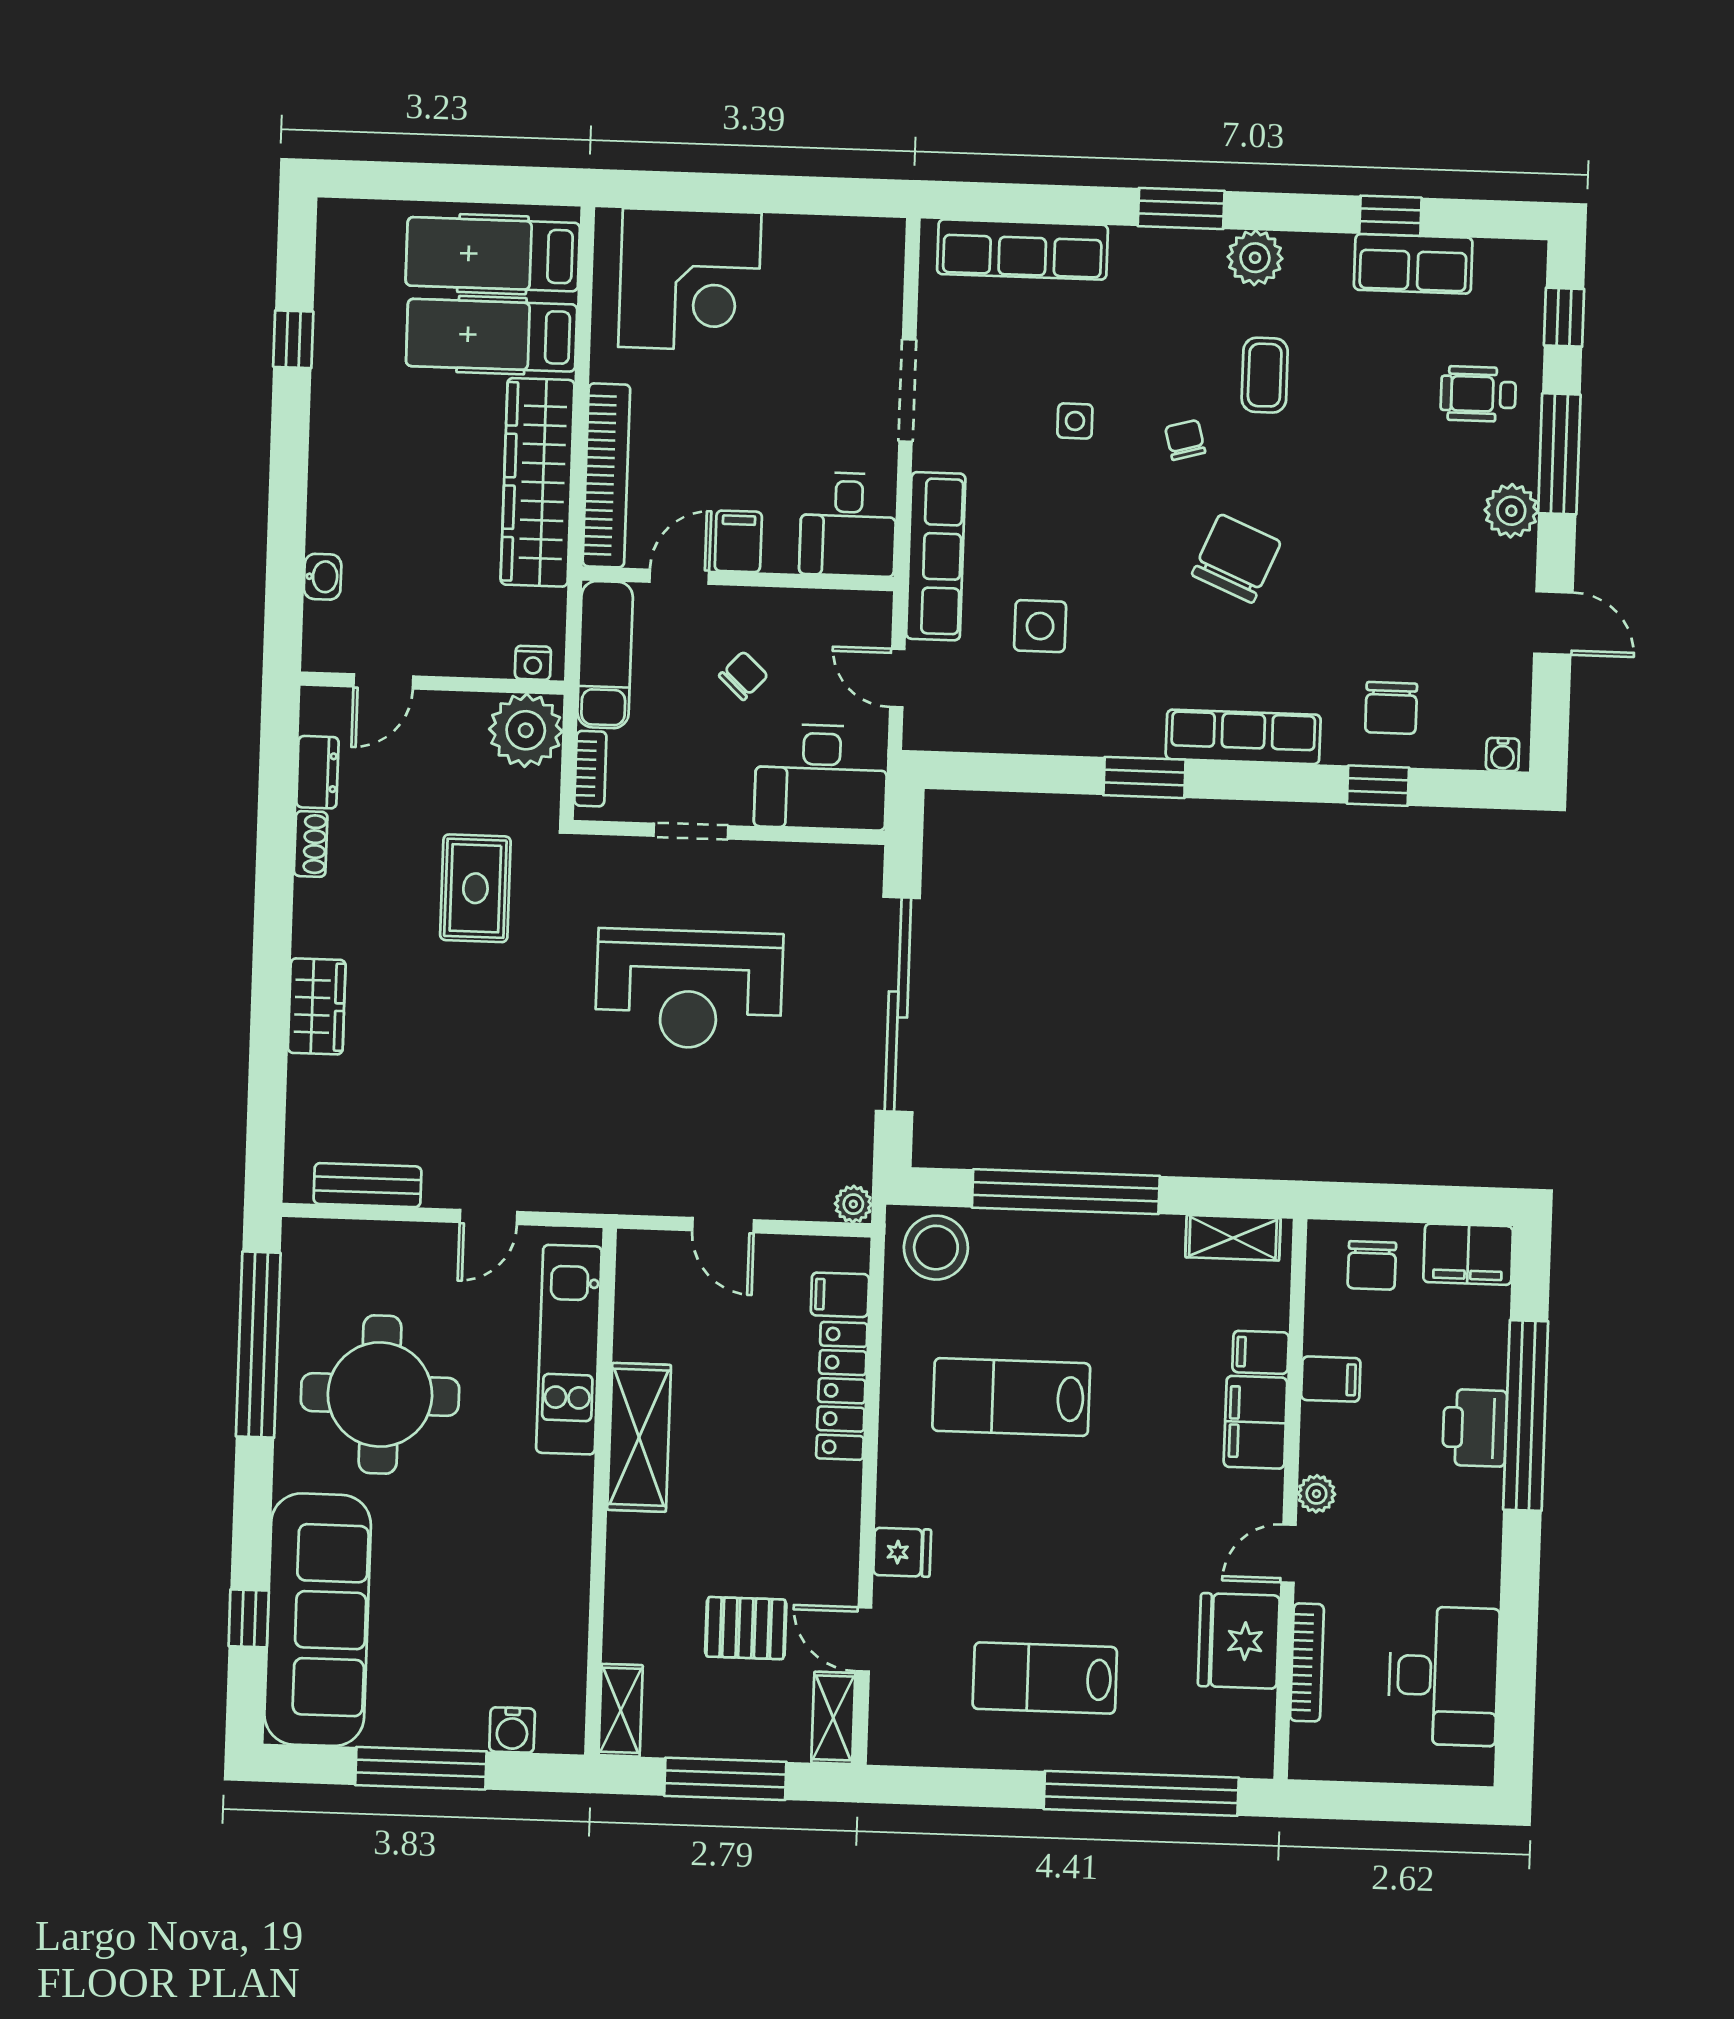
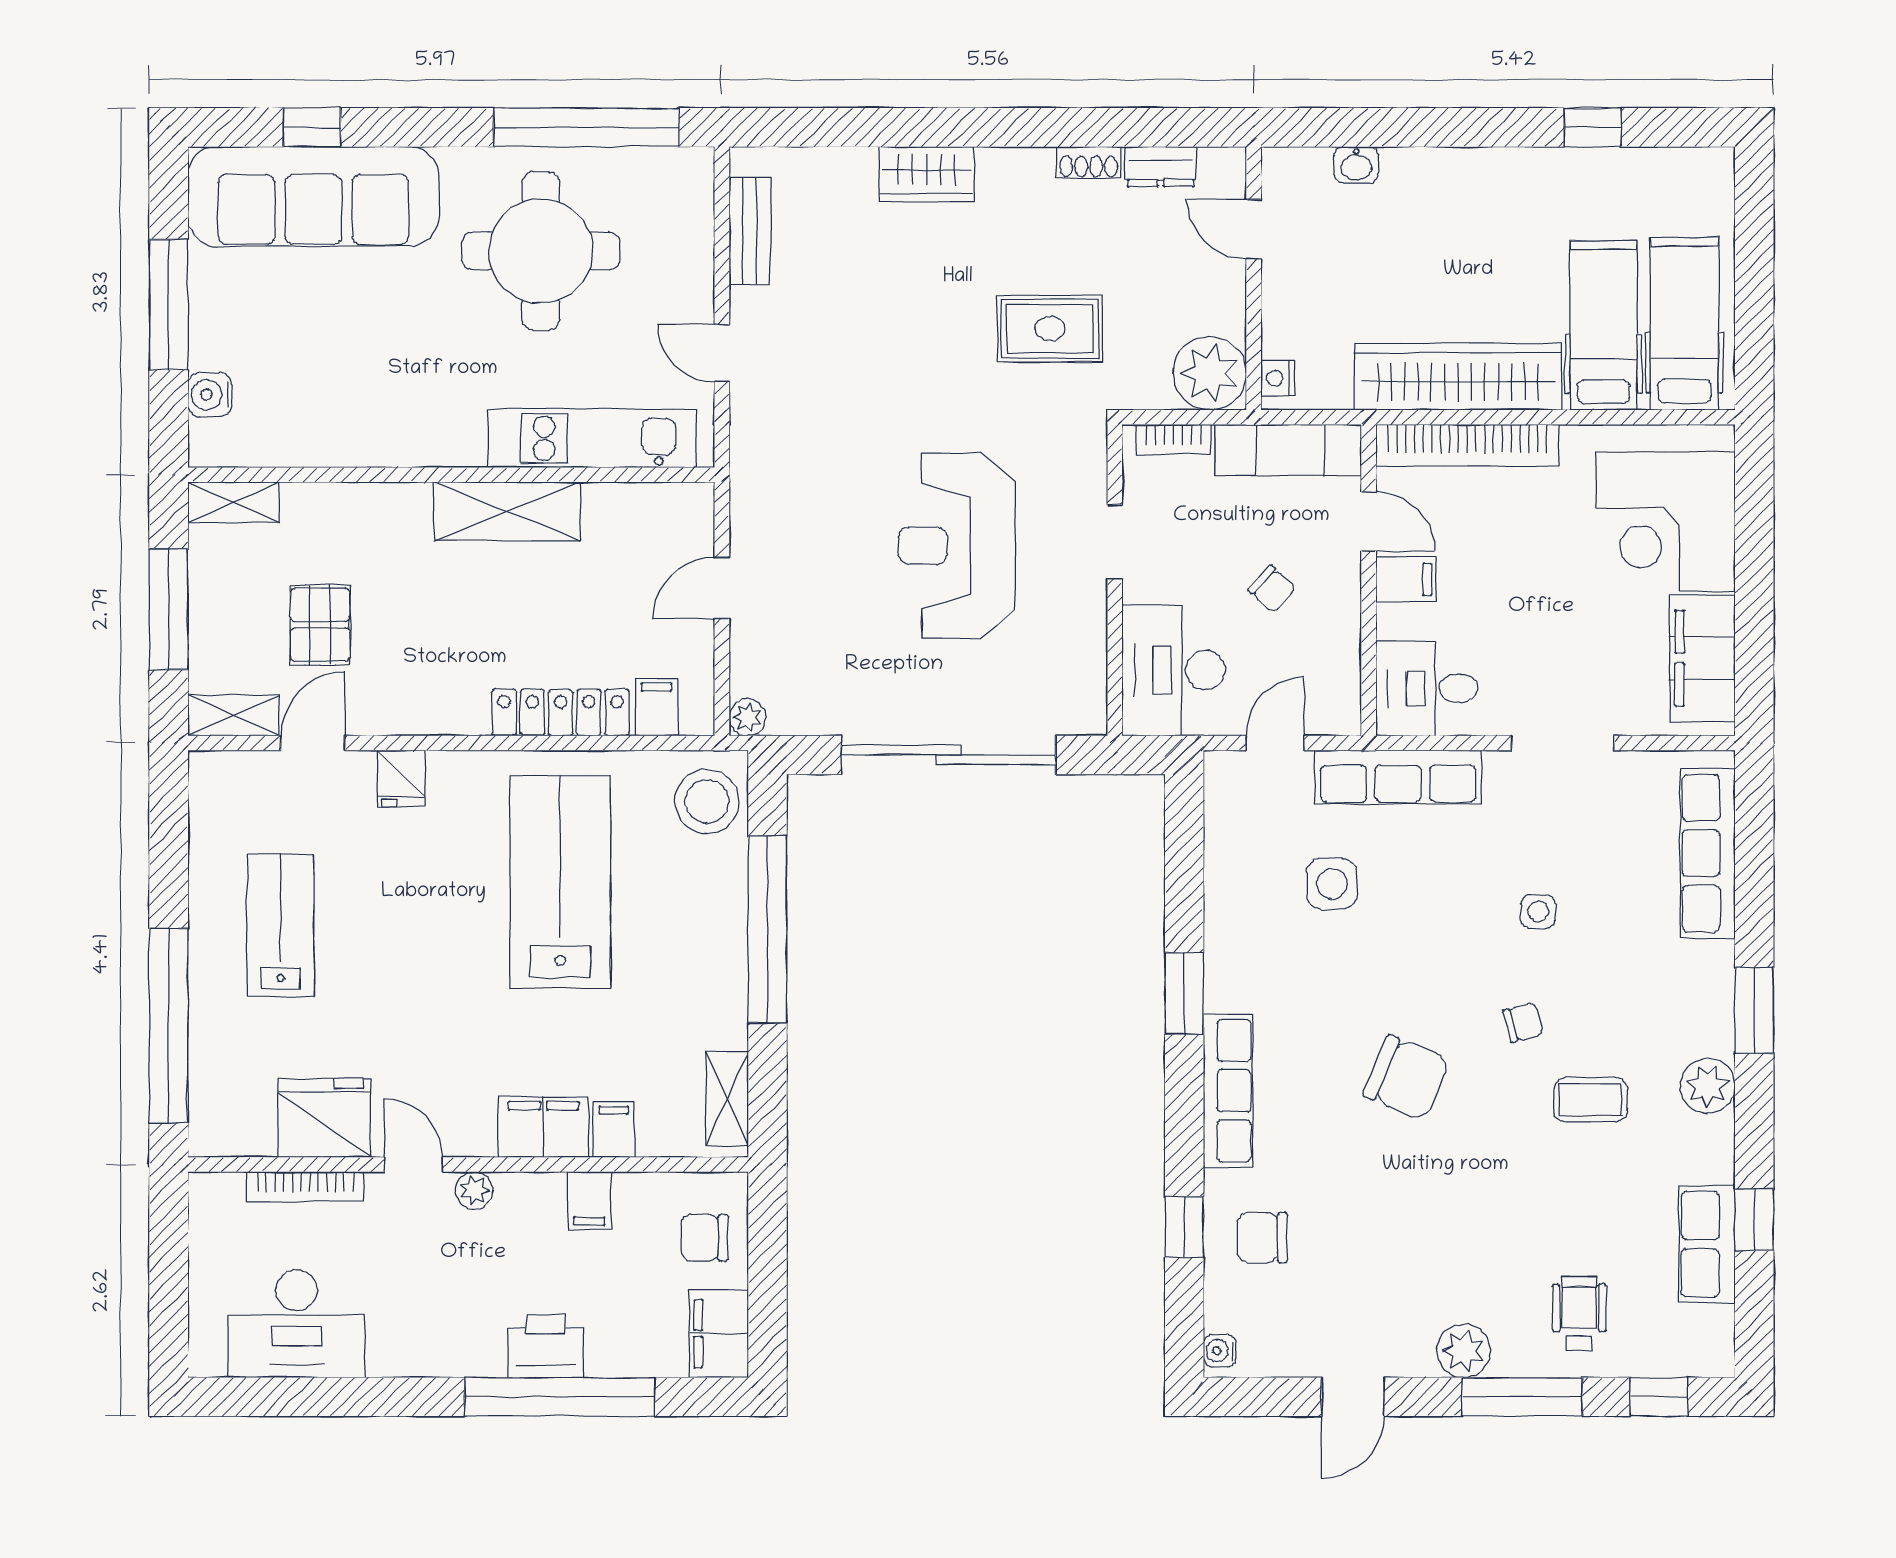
filing cabinet: (827, 248) -> (1702, 658), added
lab bench: (1011, 1397) -> (560, 882), width x1.36, depth x1.39

